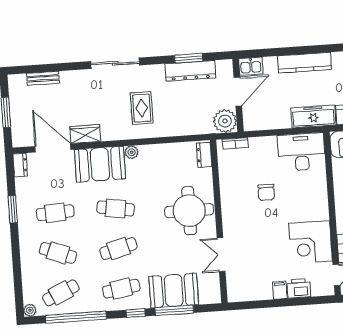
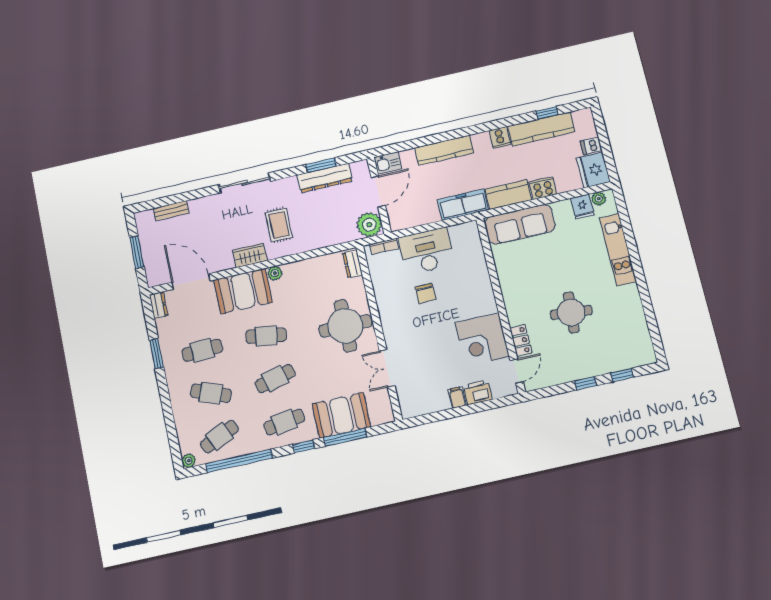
wardrobe: (85, 134) -> (250, 255), moved
desk: (301, 152) -> (426, 251), moved

